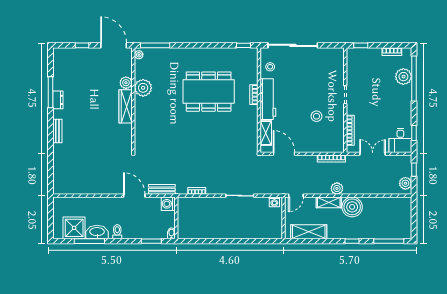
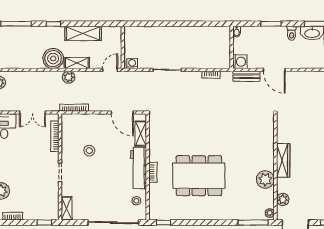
shelving: (339, 59) -> (67, 208), added
plant: (126, 83) -> (283, 199), moved
shelving: (309, 232) -> (83, 33), moved
window: (151, 241) -> (271, 24), moved

